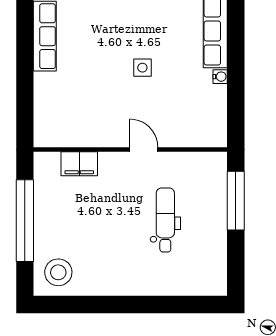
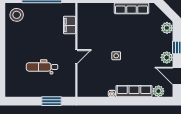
window: (236, 201) -> (52, 101), width x0.69
dental chair: (165, 220) -> (42, 67), turned 180

